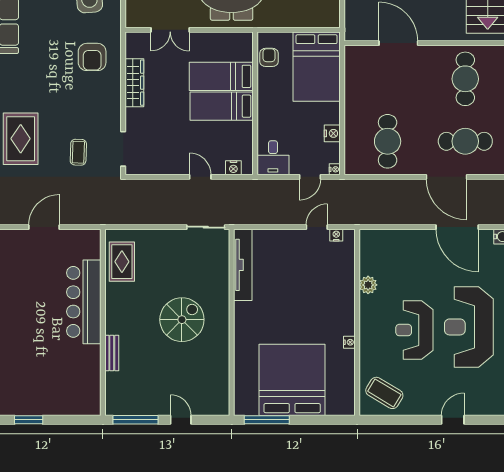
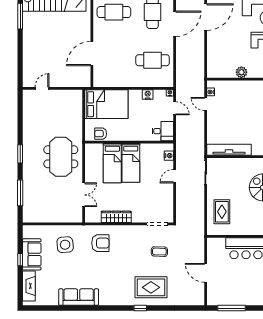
rug: (122, 262) -> (222, 212), moved, turned 90

